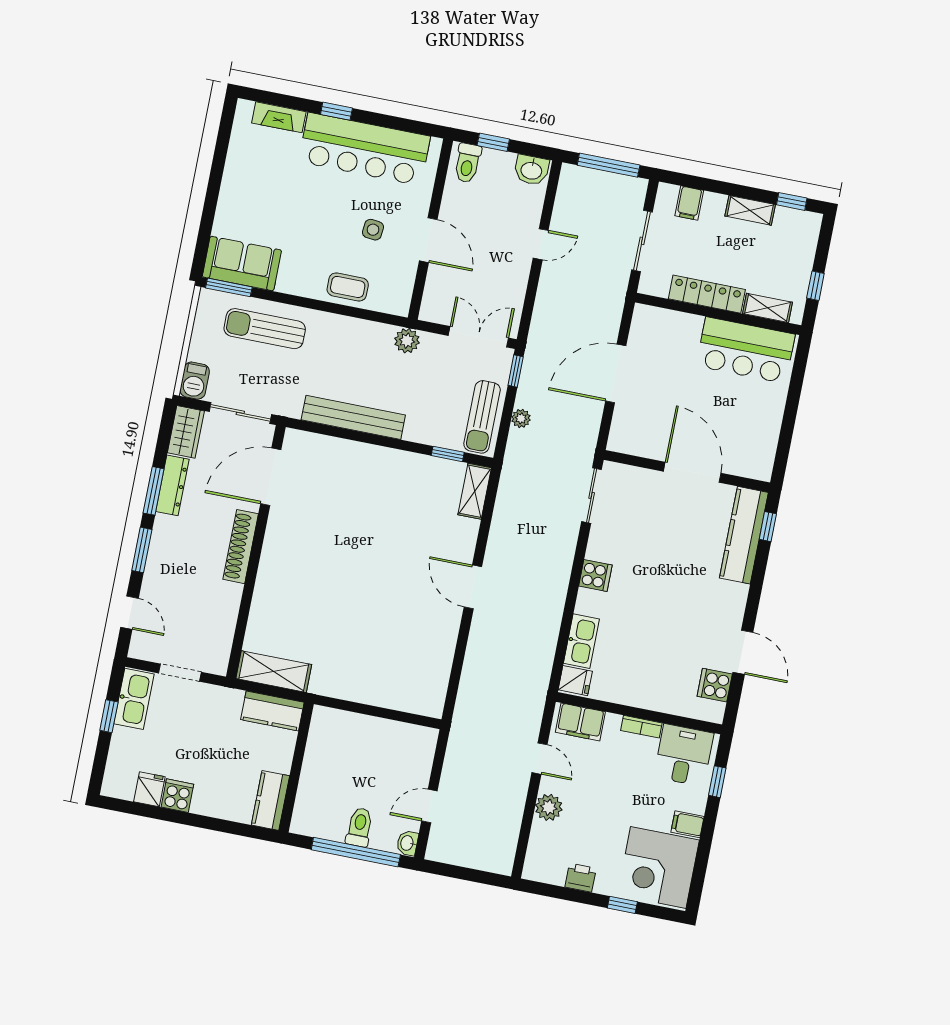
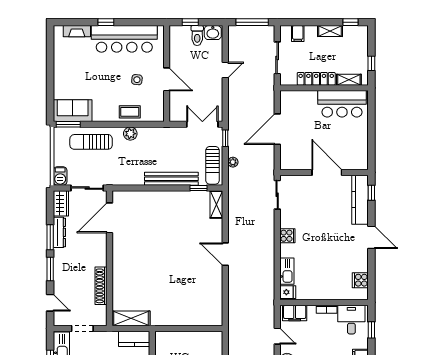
toilet: (468, 163) -> (197, 36), moved
plant: (407, 341) -> (130, 134), moved
bench: (353, 417) -> (171, 179), moved
shoe rack: (241, 547) -> (101, 286), moved
door: (743, 652) -> (371, 237), moved

